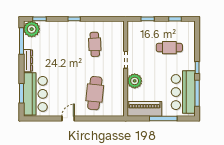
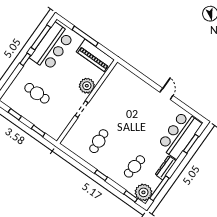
cafe table: (95, 93) -> (135, 166), moved, width x0.73, depth x0.74
door: (68, 119) -> (166, 94), swing flipped

